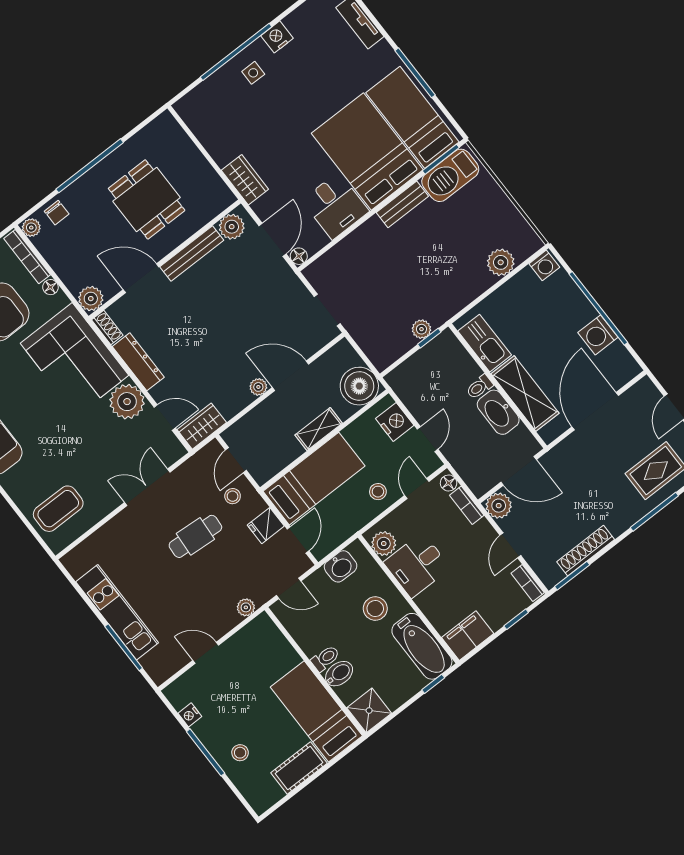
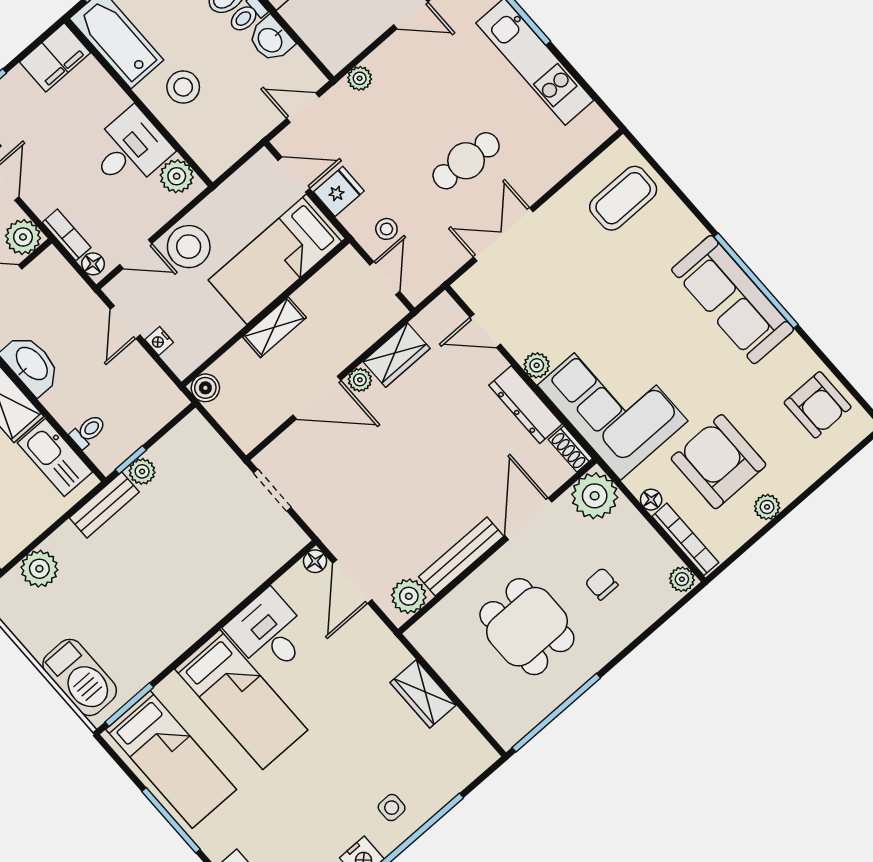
bed: (367, 151) -> (241, 699), width x0.67
window: (90, 166) -> (556, 713), moved
barbecue: (450, 175) -> (80, 677), moved, turned 90
wardrobe: (245, 180) -> (423, 694), moved
bench: (402, 204) -> (104, 505), moved
chair: (57, 213) -> (602, 584), moved
door: (141, 278) -> (528, 519), swing flipped
plant: (91, 299) -> (595, 496), width x1.36, depth x1.36
boiler: (359, 386) -> (205, 388), width x0.54, depth x0.54
toilet: (480, 387) -> (88, 431), moved
plant: (127, 402) -> (537, 365), width x0.53, depth x0.53
nightstand: (395, 422) -> (159, 341), width x0.53, depth x0.56
wardrobe: (202, 426) -> (396, 355), moved
double door: (147, 487) -> (503, 234), swing flipped
door: (417, 488) -> (136, 254), hinge flipped
stool: (378, 492) -> (189, 247), width x1.89, depth x1.89
cafe table: (195, 536) -> (466, 161), moved
door: (298, 540) -> (294, 174), swing flipped
washbasin: (341, 566) -> (271, 40), moved, turned -90

